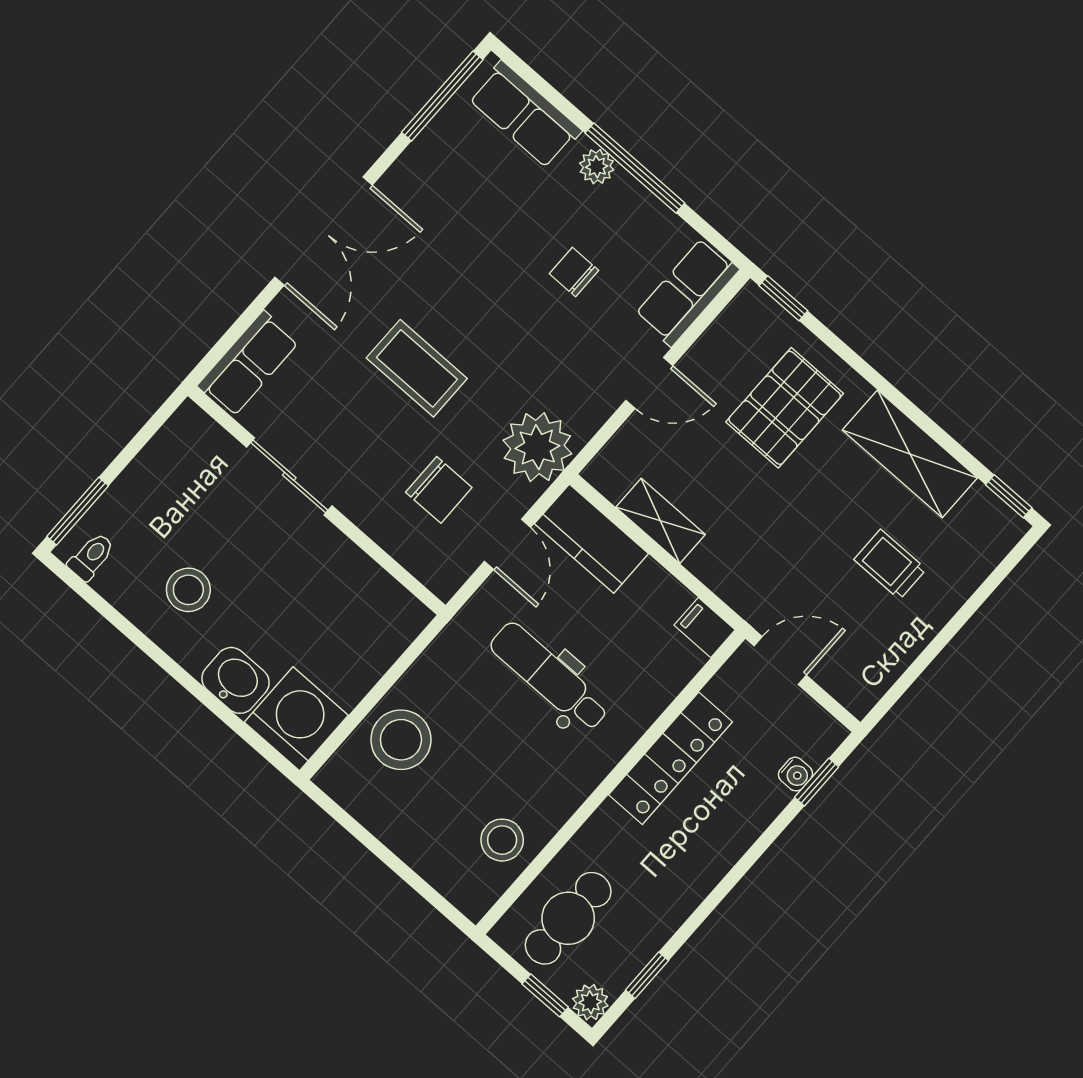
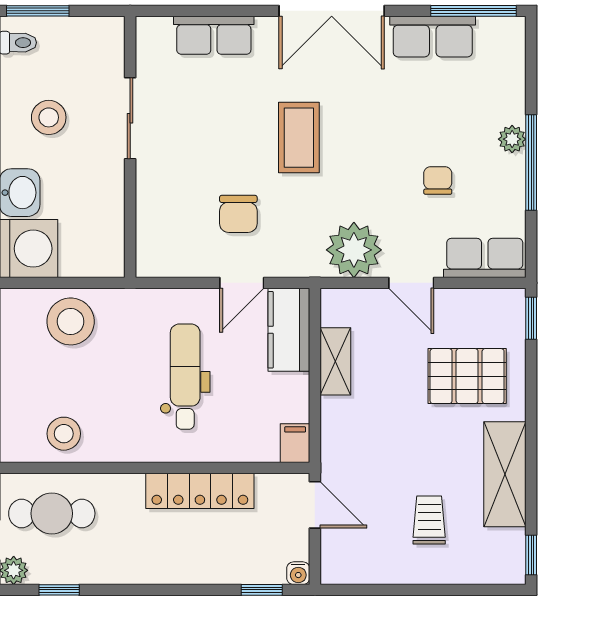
row of seats: (525, 115) -> (433, 37), moved, turned -90
plant: (537, 447) -> (354, 250), moved
sliding door: (289, 476) -> (130, 118), moved
wall: (317, 500) -> (130, 147), moved
water cooler: (796, 774) -> (298, 573), moved

